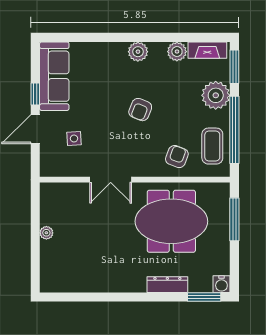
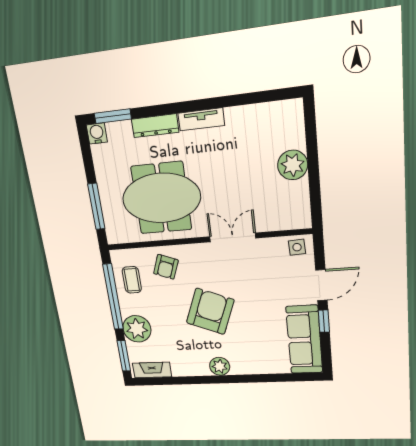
plant: (177, 52) -> (181, 368), removed
armchair: (140, 110) -> (210, 311), width x1.88, depth x1.88
side table: (74, 139) -> (297, 247), moved
coffee table: (212, 146) -> (132, 280), width x0.73, depth x0.77
plant: (46, 233) -> (293, 165), width x1.88, depth x1.88
tv unit: (126, 285) -> (201, 119), added

